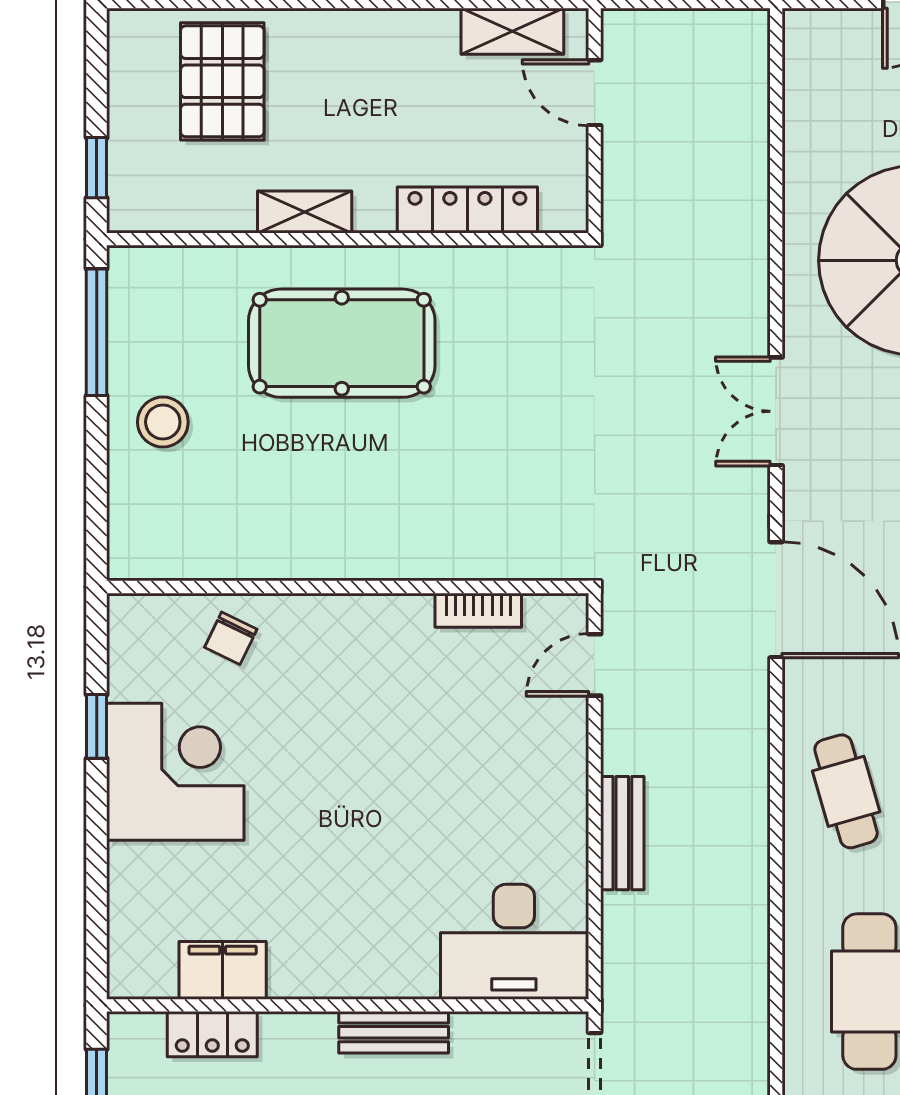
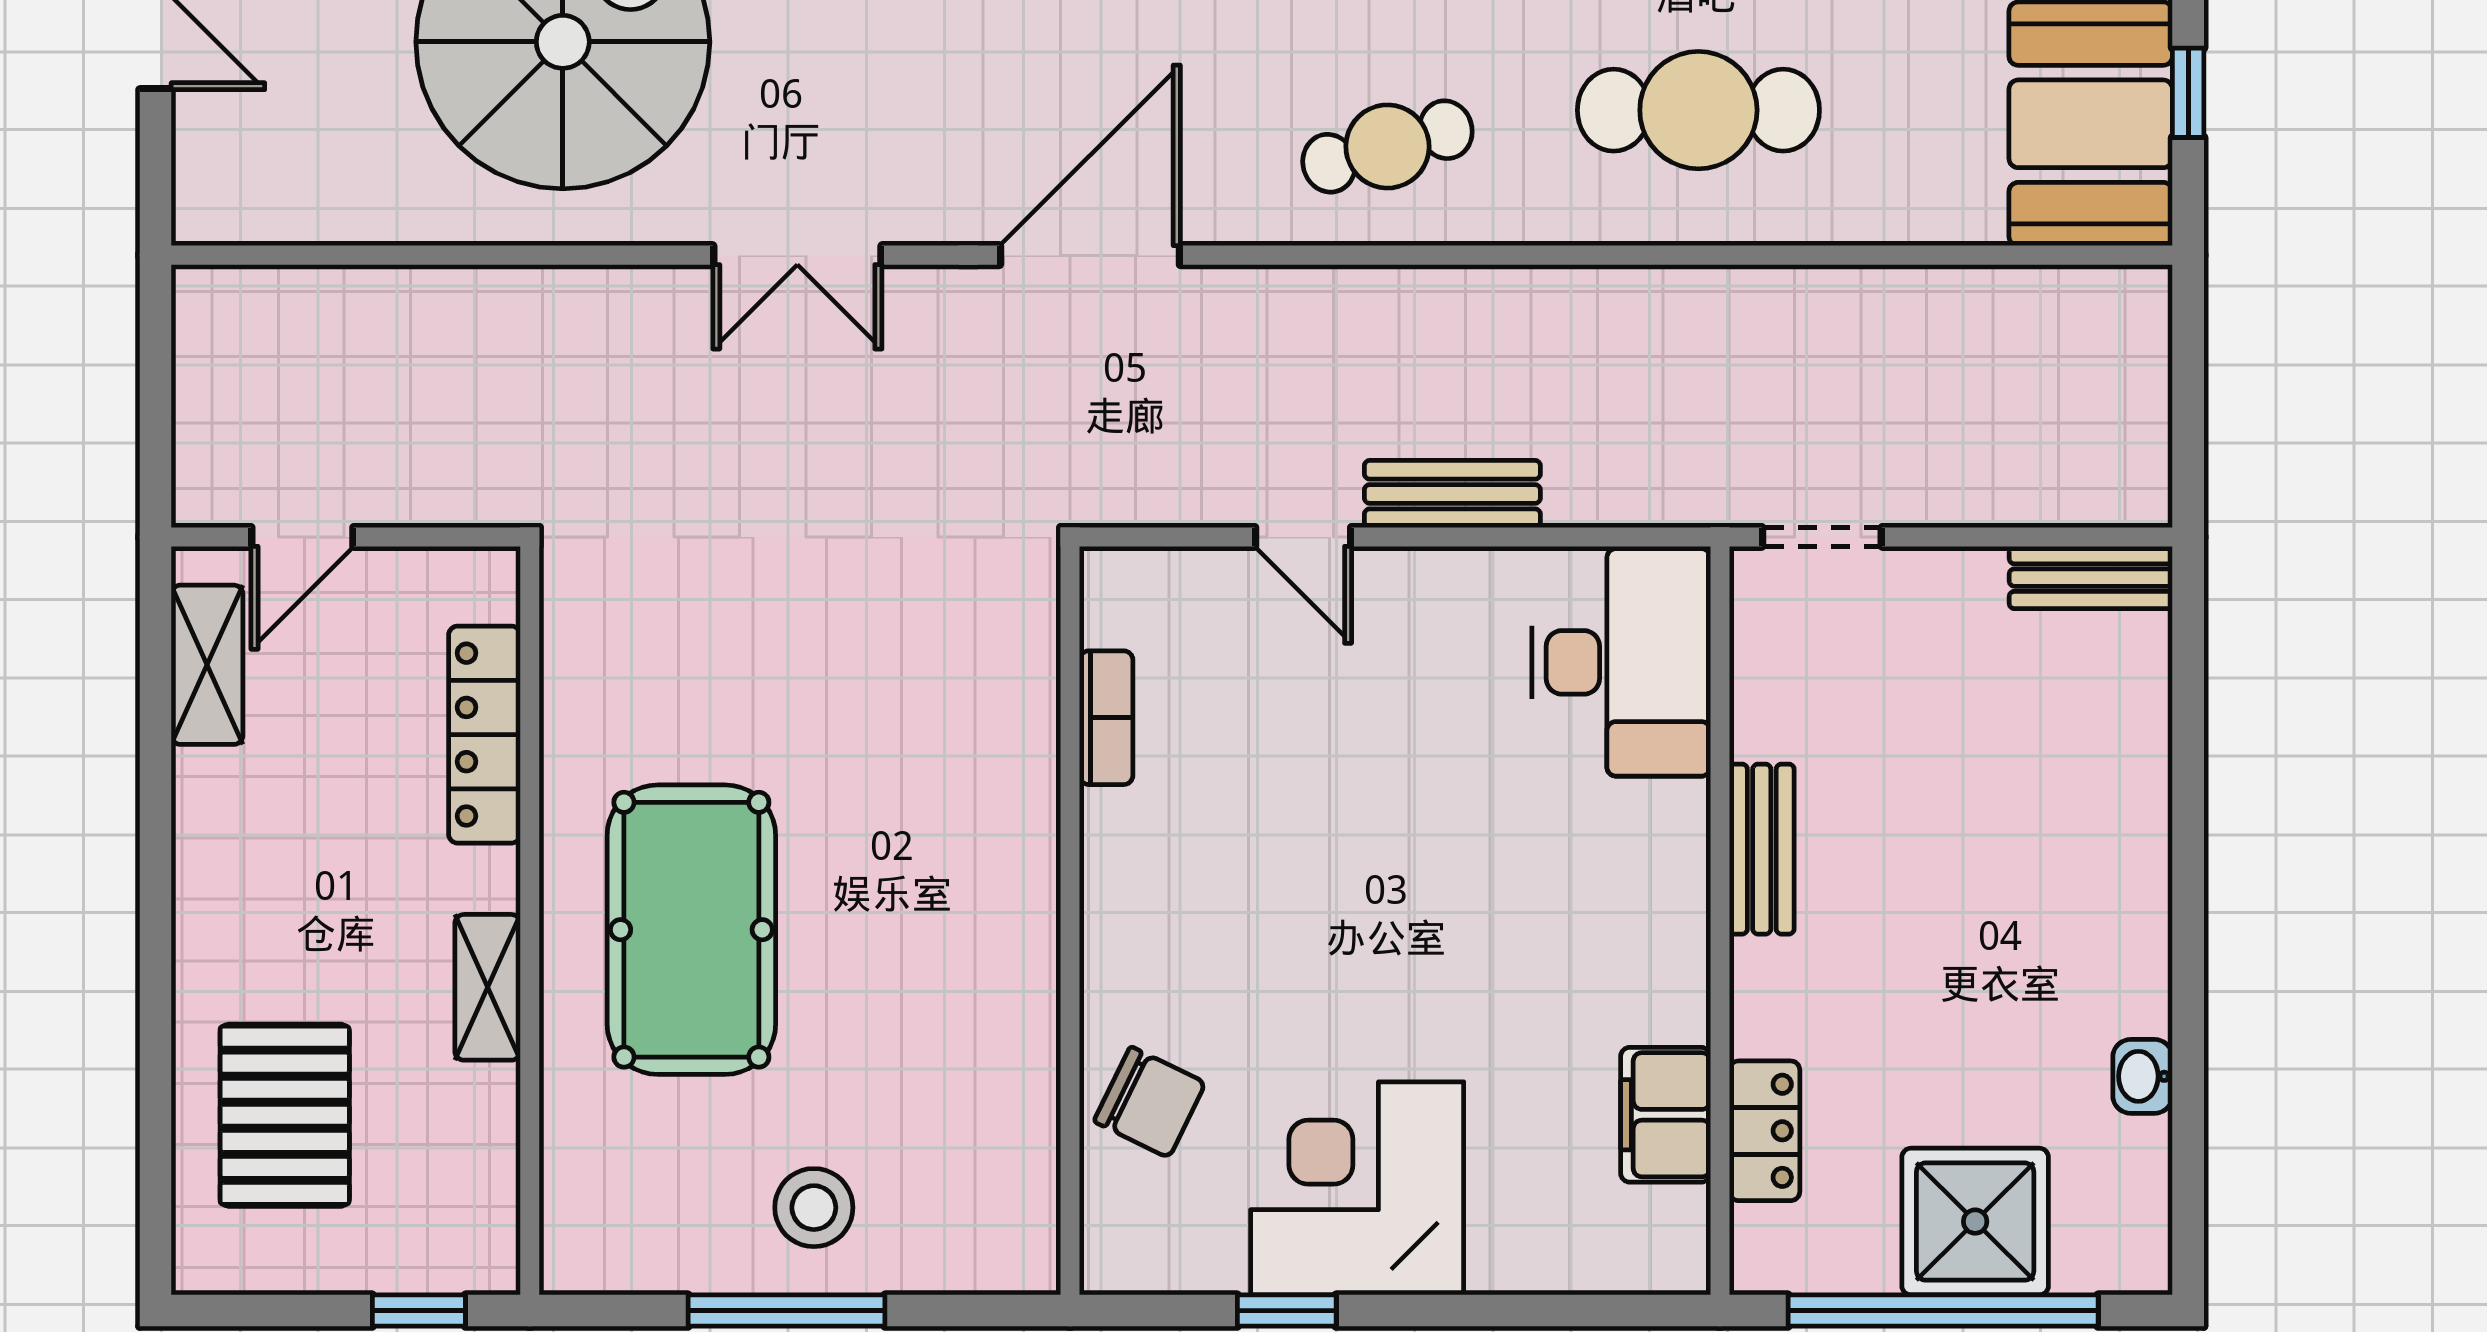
pallet: (222, 81) -> (285, 1115), turned 90
window: (97, 332) -> (787, 1311), moved
chair: (231, 638) -> (1150, 1102), width x1.37, depth x1.37
door: (595, 665) -> (1303, 537), moved

